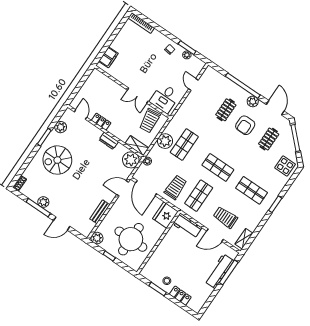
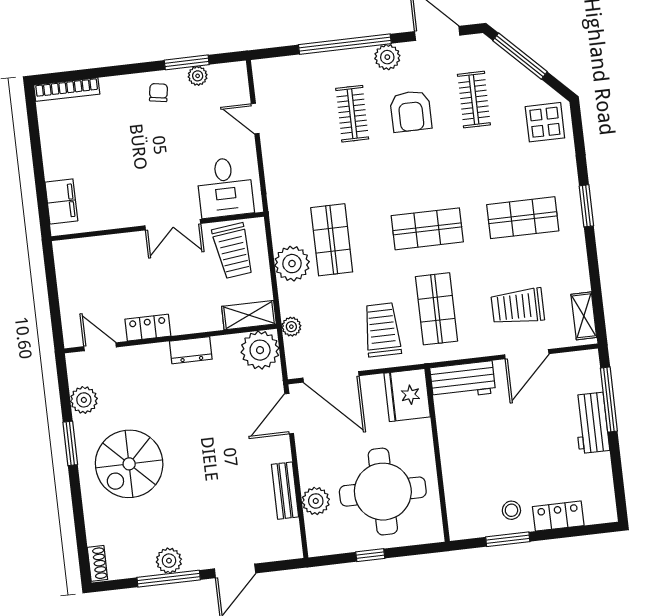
plant: (97, 238) -> (316, 501), moved
workbench: (219, 271) -> (591, 423), width x0.73

